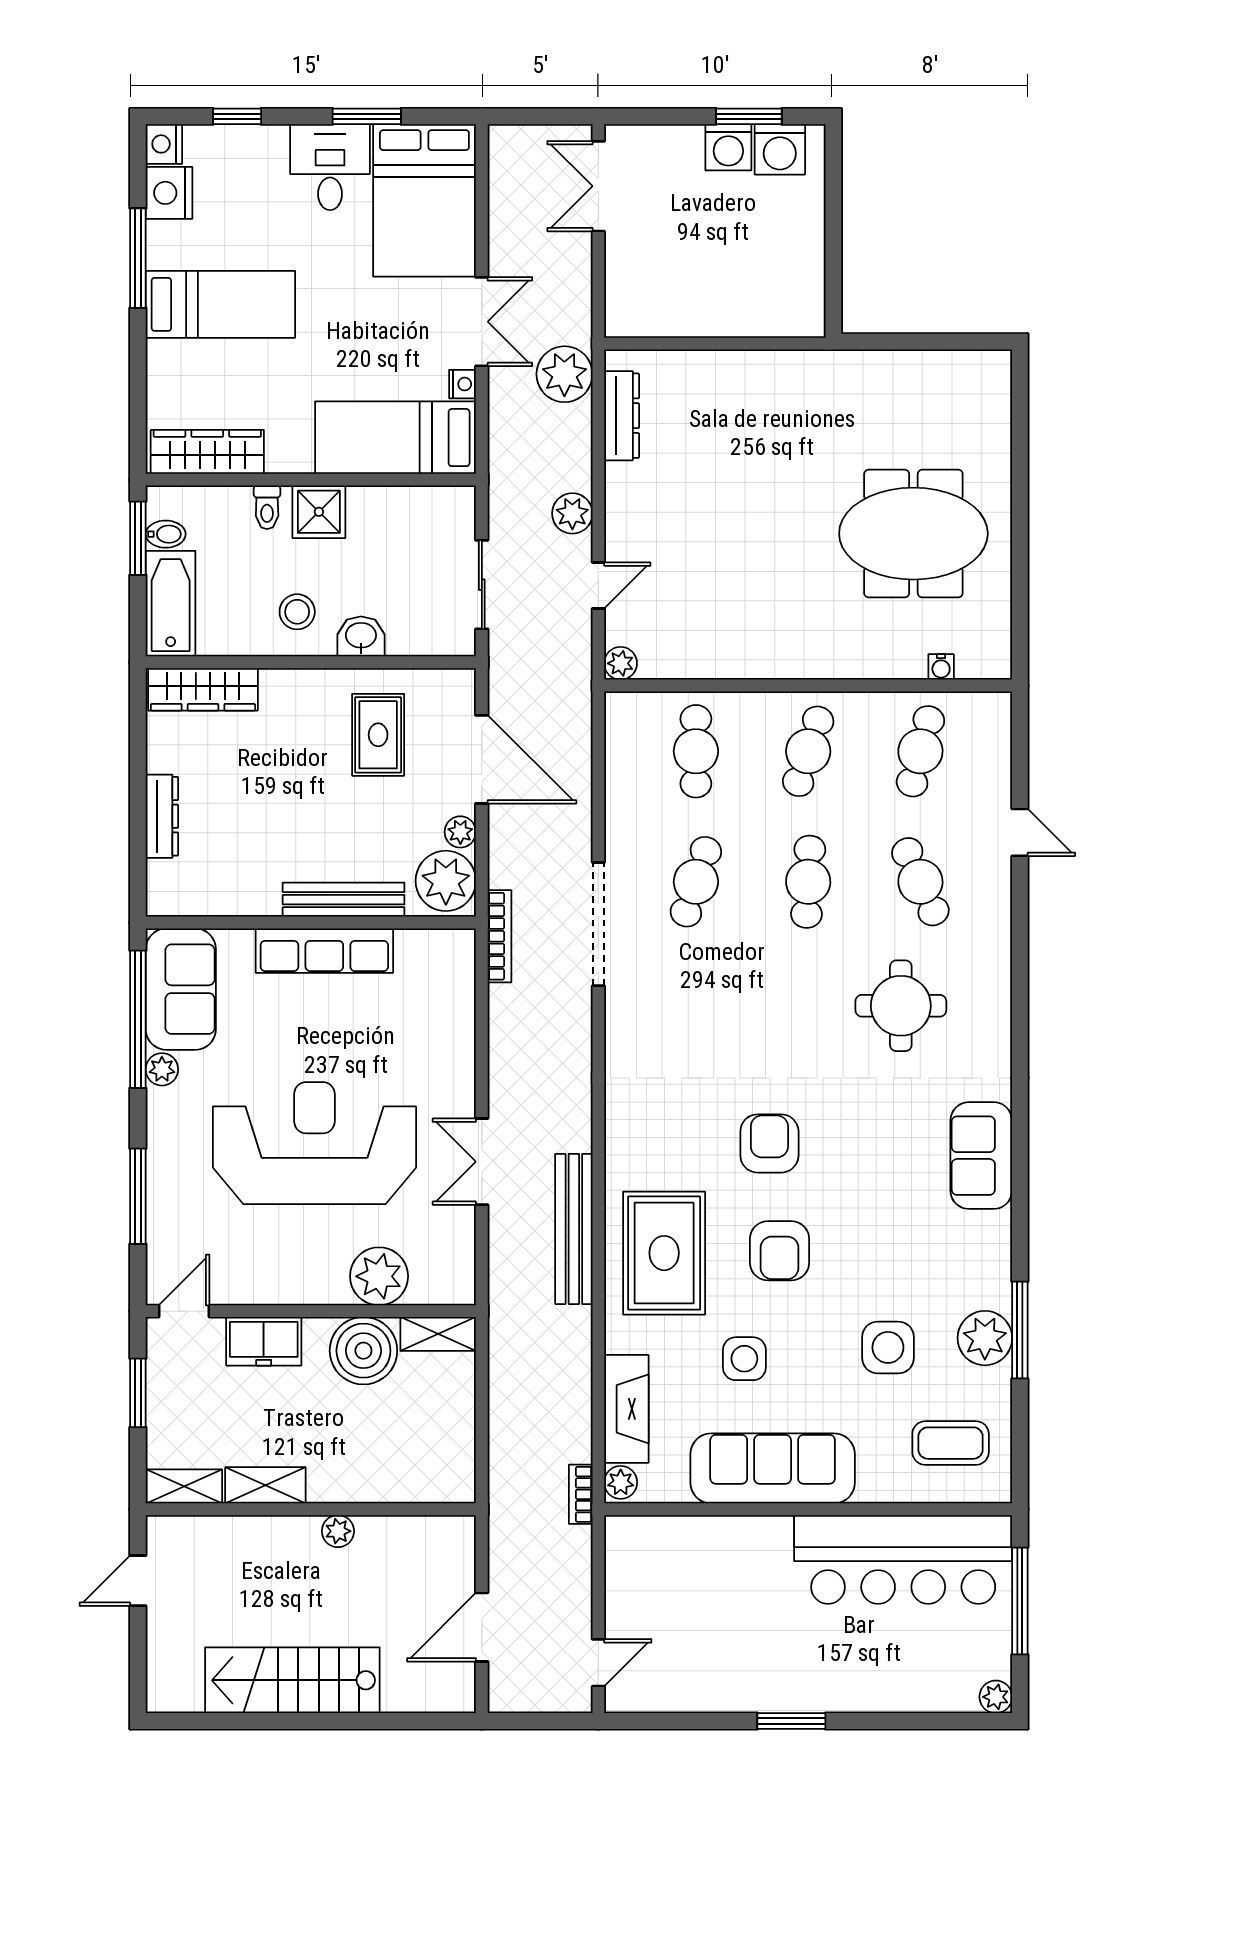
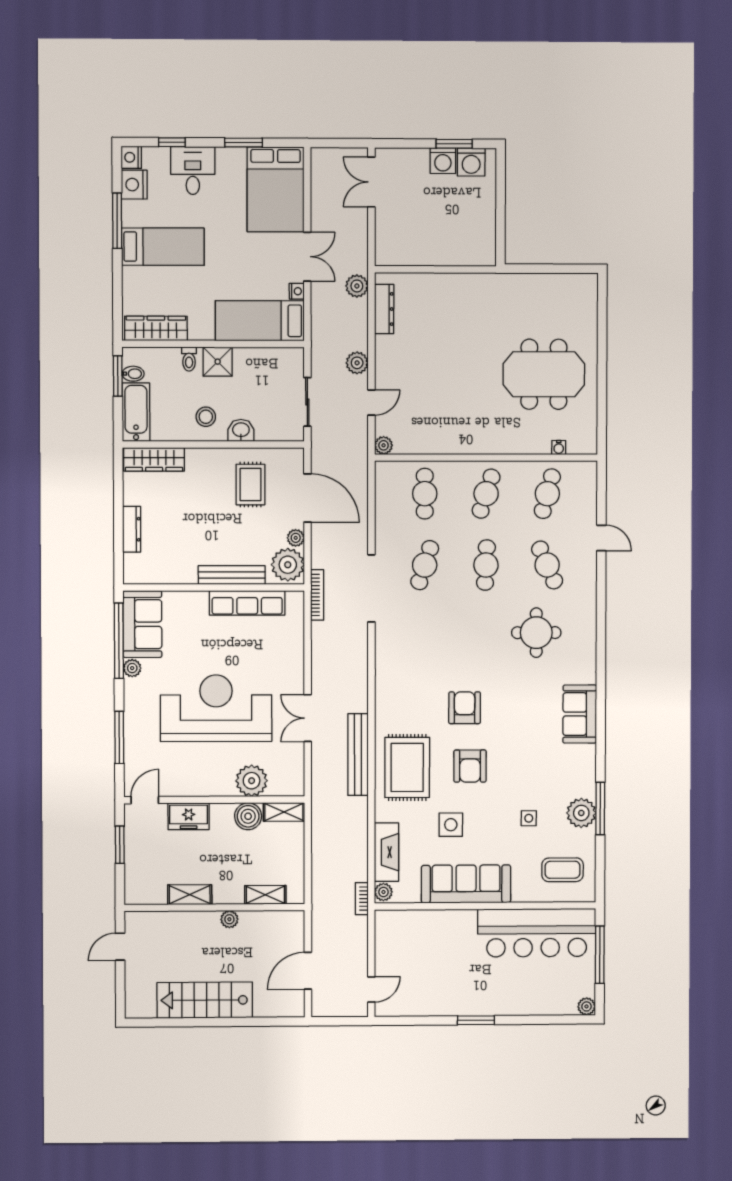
desk: (330, 167) -> (193, 171), moved
plant: (564, 374) -> (357, 286), width x0.73, depth x0.73
row of seats: (324, 951) -> (247, 603), moved
side table: (888, 1347) -> (529, 818), width x0.54, depth x0.54
boiler: (363, 1351) -> (248, 816), width x0.73, depth x0.73
shelving: (184, 1486) -> (265, 895), moved

